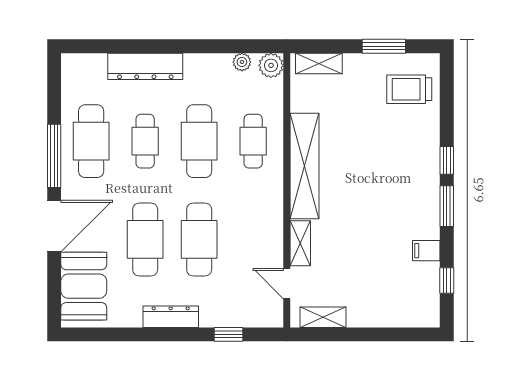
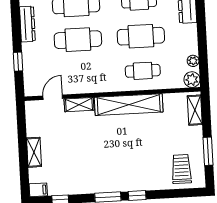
filing cabinet: (426, 251) -> (38, 190), moved, turned 90
shelving: (323, 317) -> (34, 152), moved

